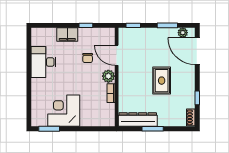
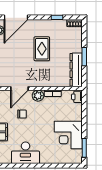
rug: (162, 81) -> (42, 49), turned 90
printer: (107, 120) -> (77, 97), added

